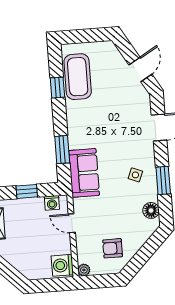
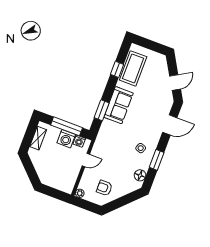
sofa: (84, 173) -> (119, 105), moved
window: (27, 191) -> (67, 126), width x2.17
door: (72, 223) -> (86, 160), swing flipped
washing machine: (62, 265) -> (66, 139), moved, turned -90

